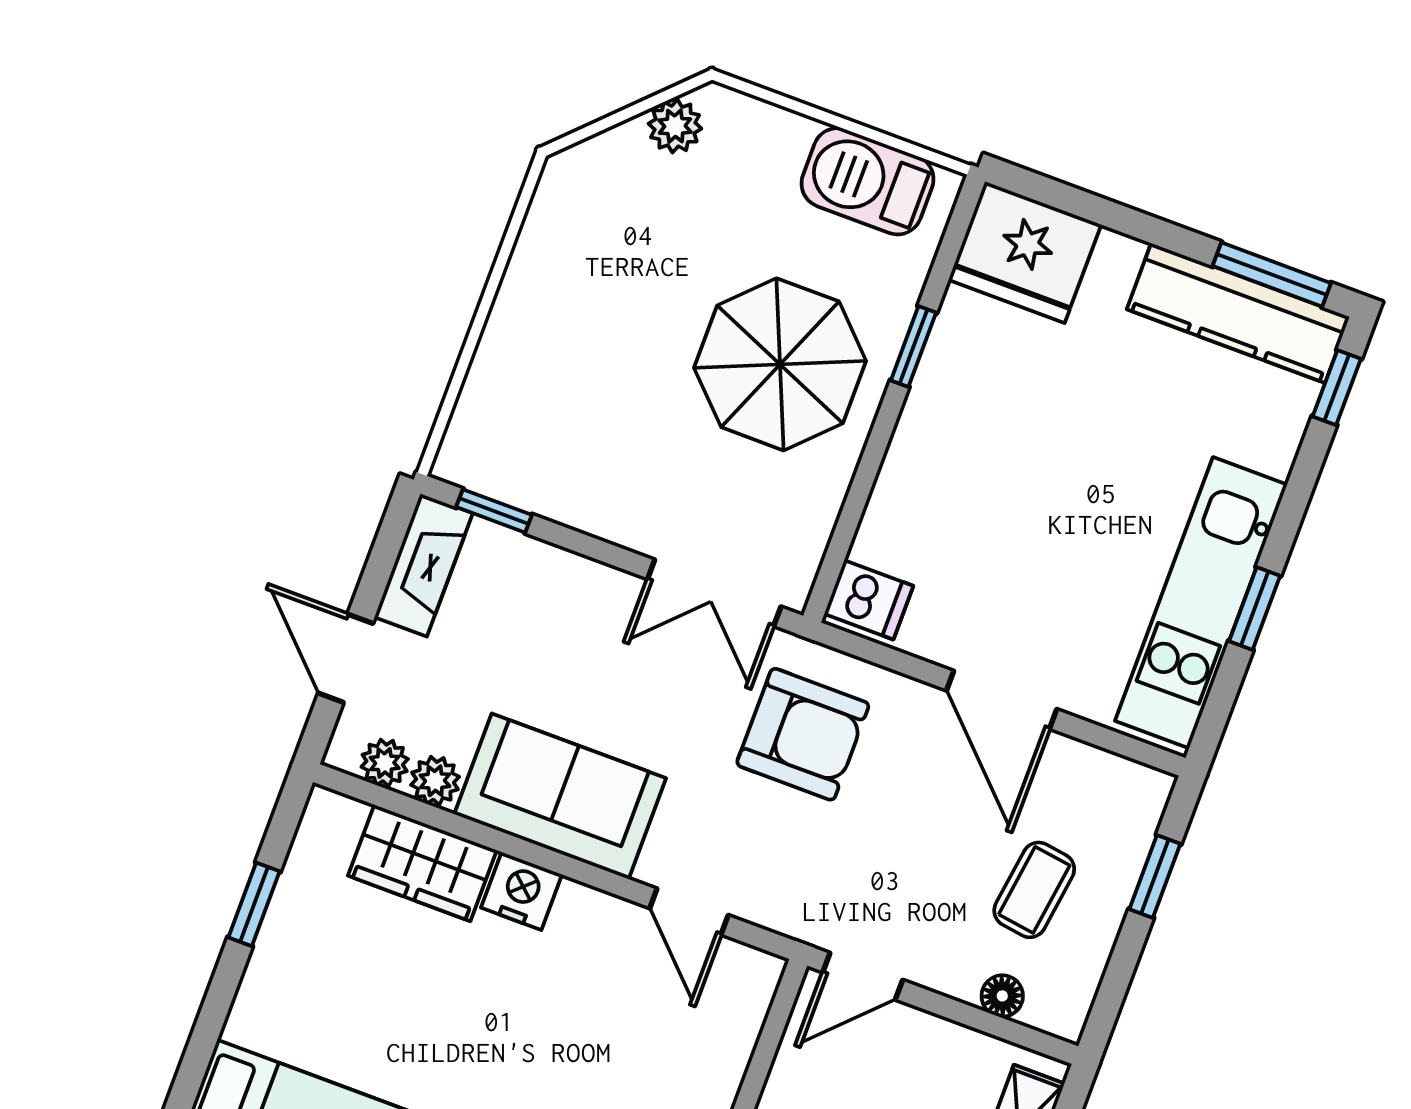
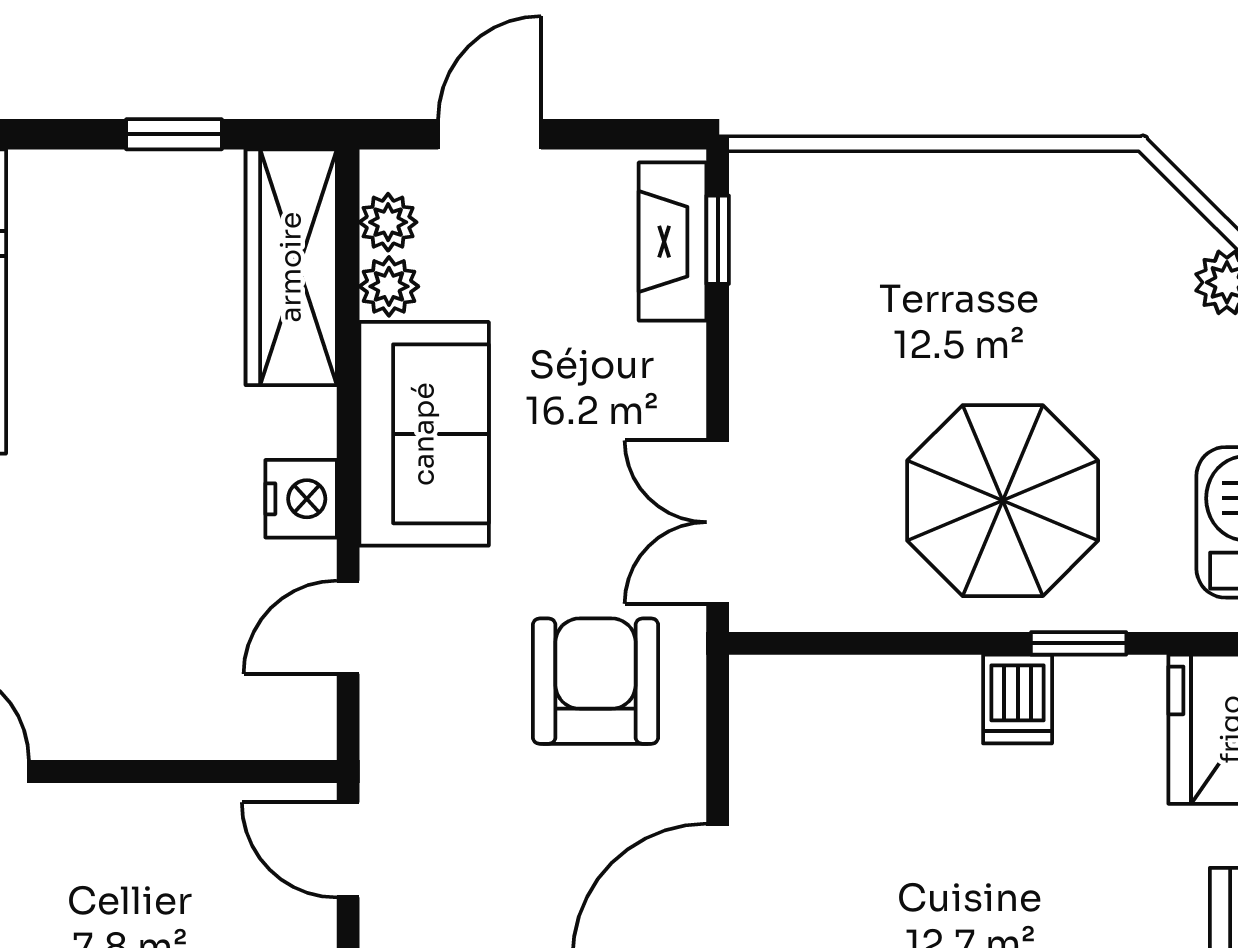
fireplace: (424, 565) -> (673, 242), moved, turned 90
dishwasher: (869, 600) -> (1018, 699), moved
armchair: (803, 734) -> (596, 681), turned 180
wardrobe: (422, 863) -> (291, 267), width x1.50
nightstand: (521, 891) -> (301, 499), moved

